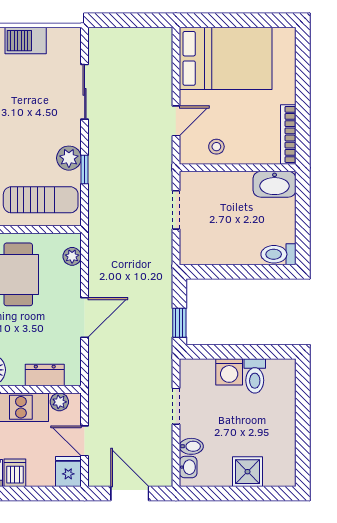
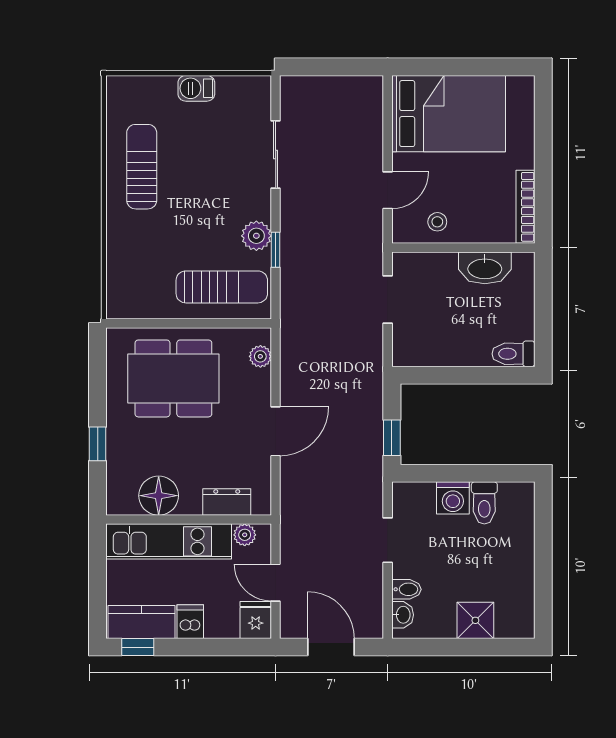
barbecue: (26, 41) -> (196, 88), width x0.73, depth x0.79
washbasin: (275, 184) -> (485, 268), moved

